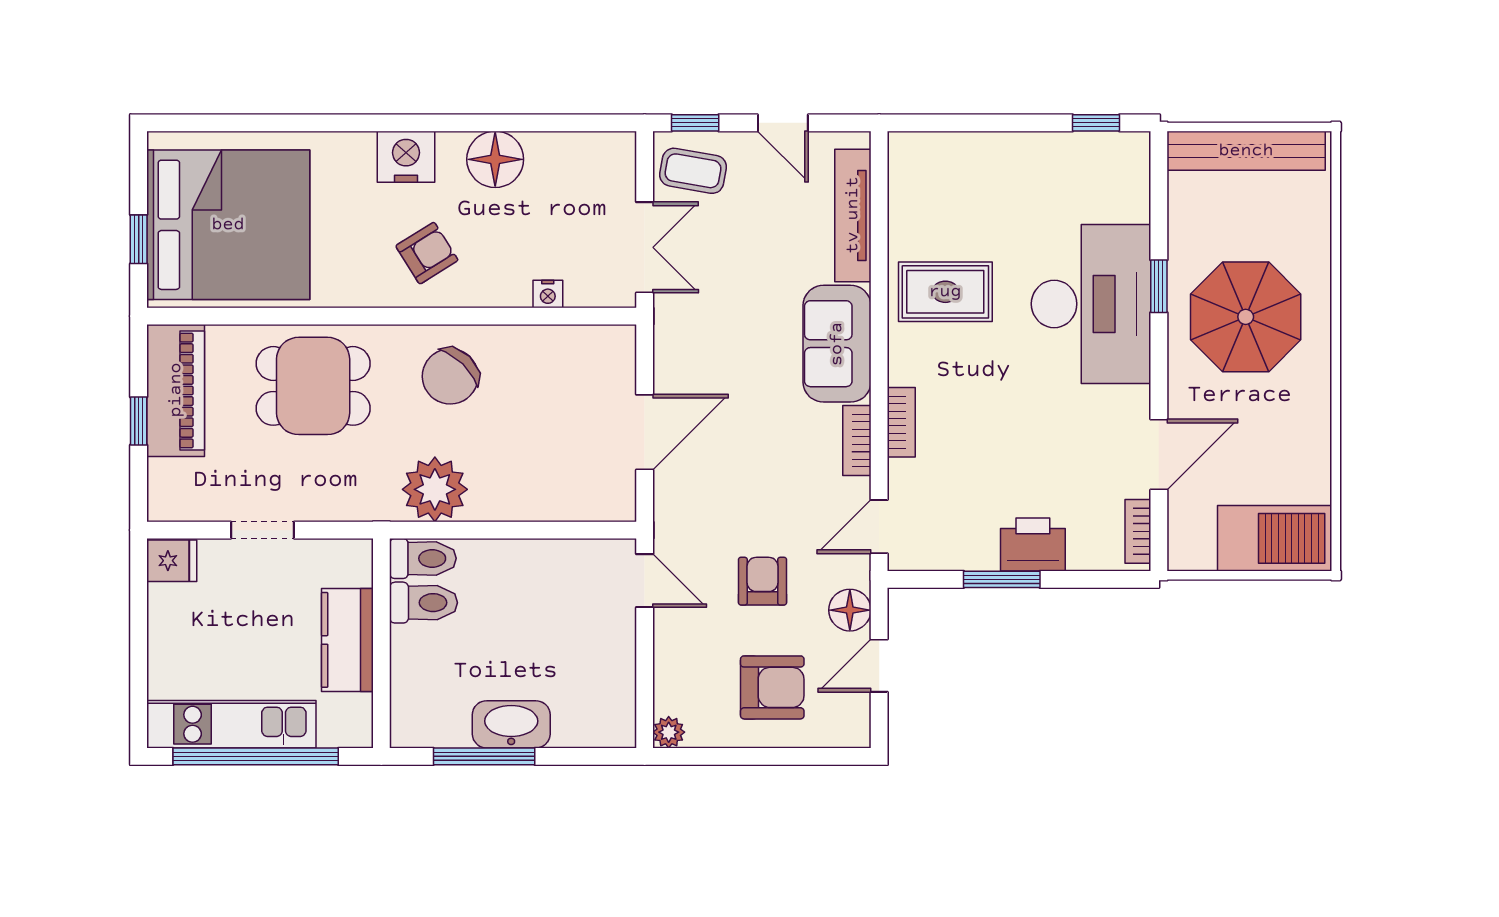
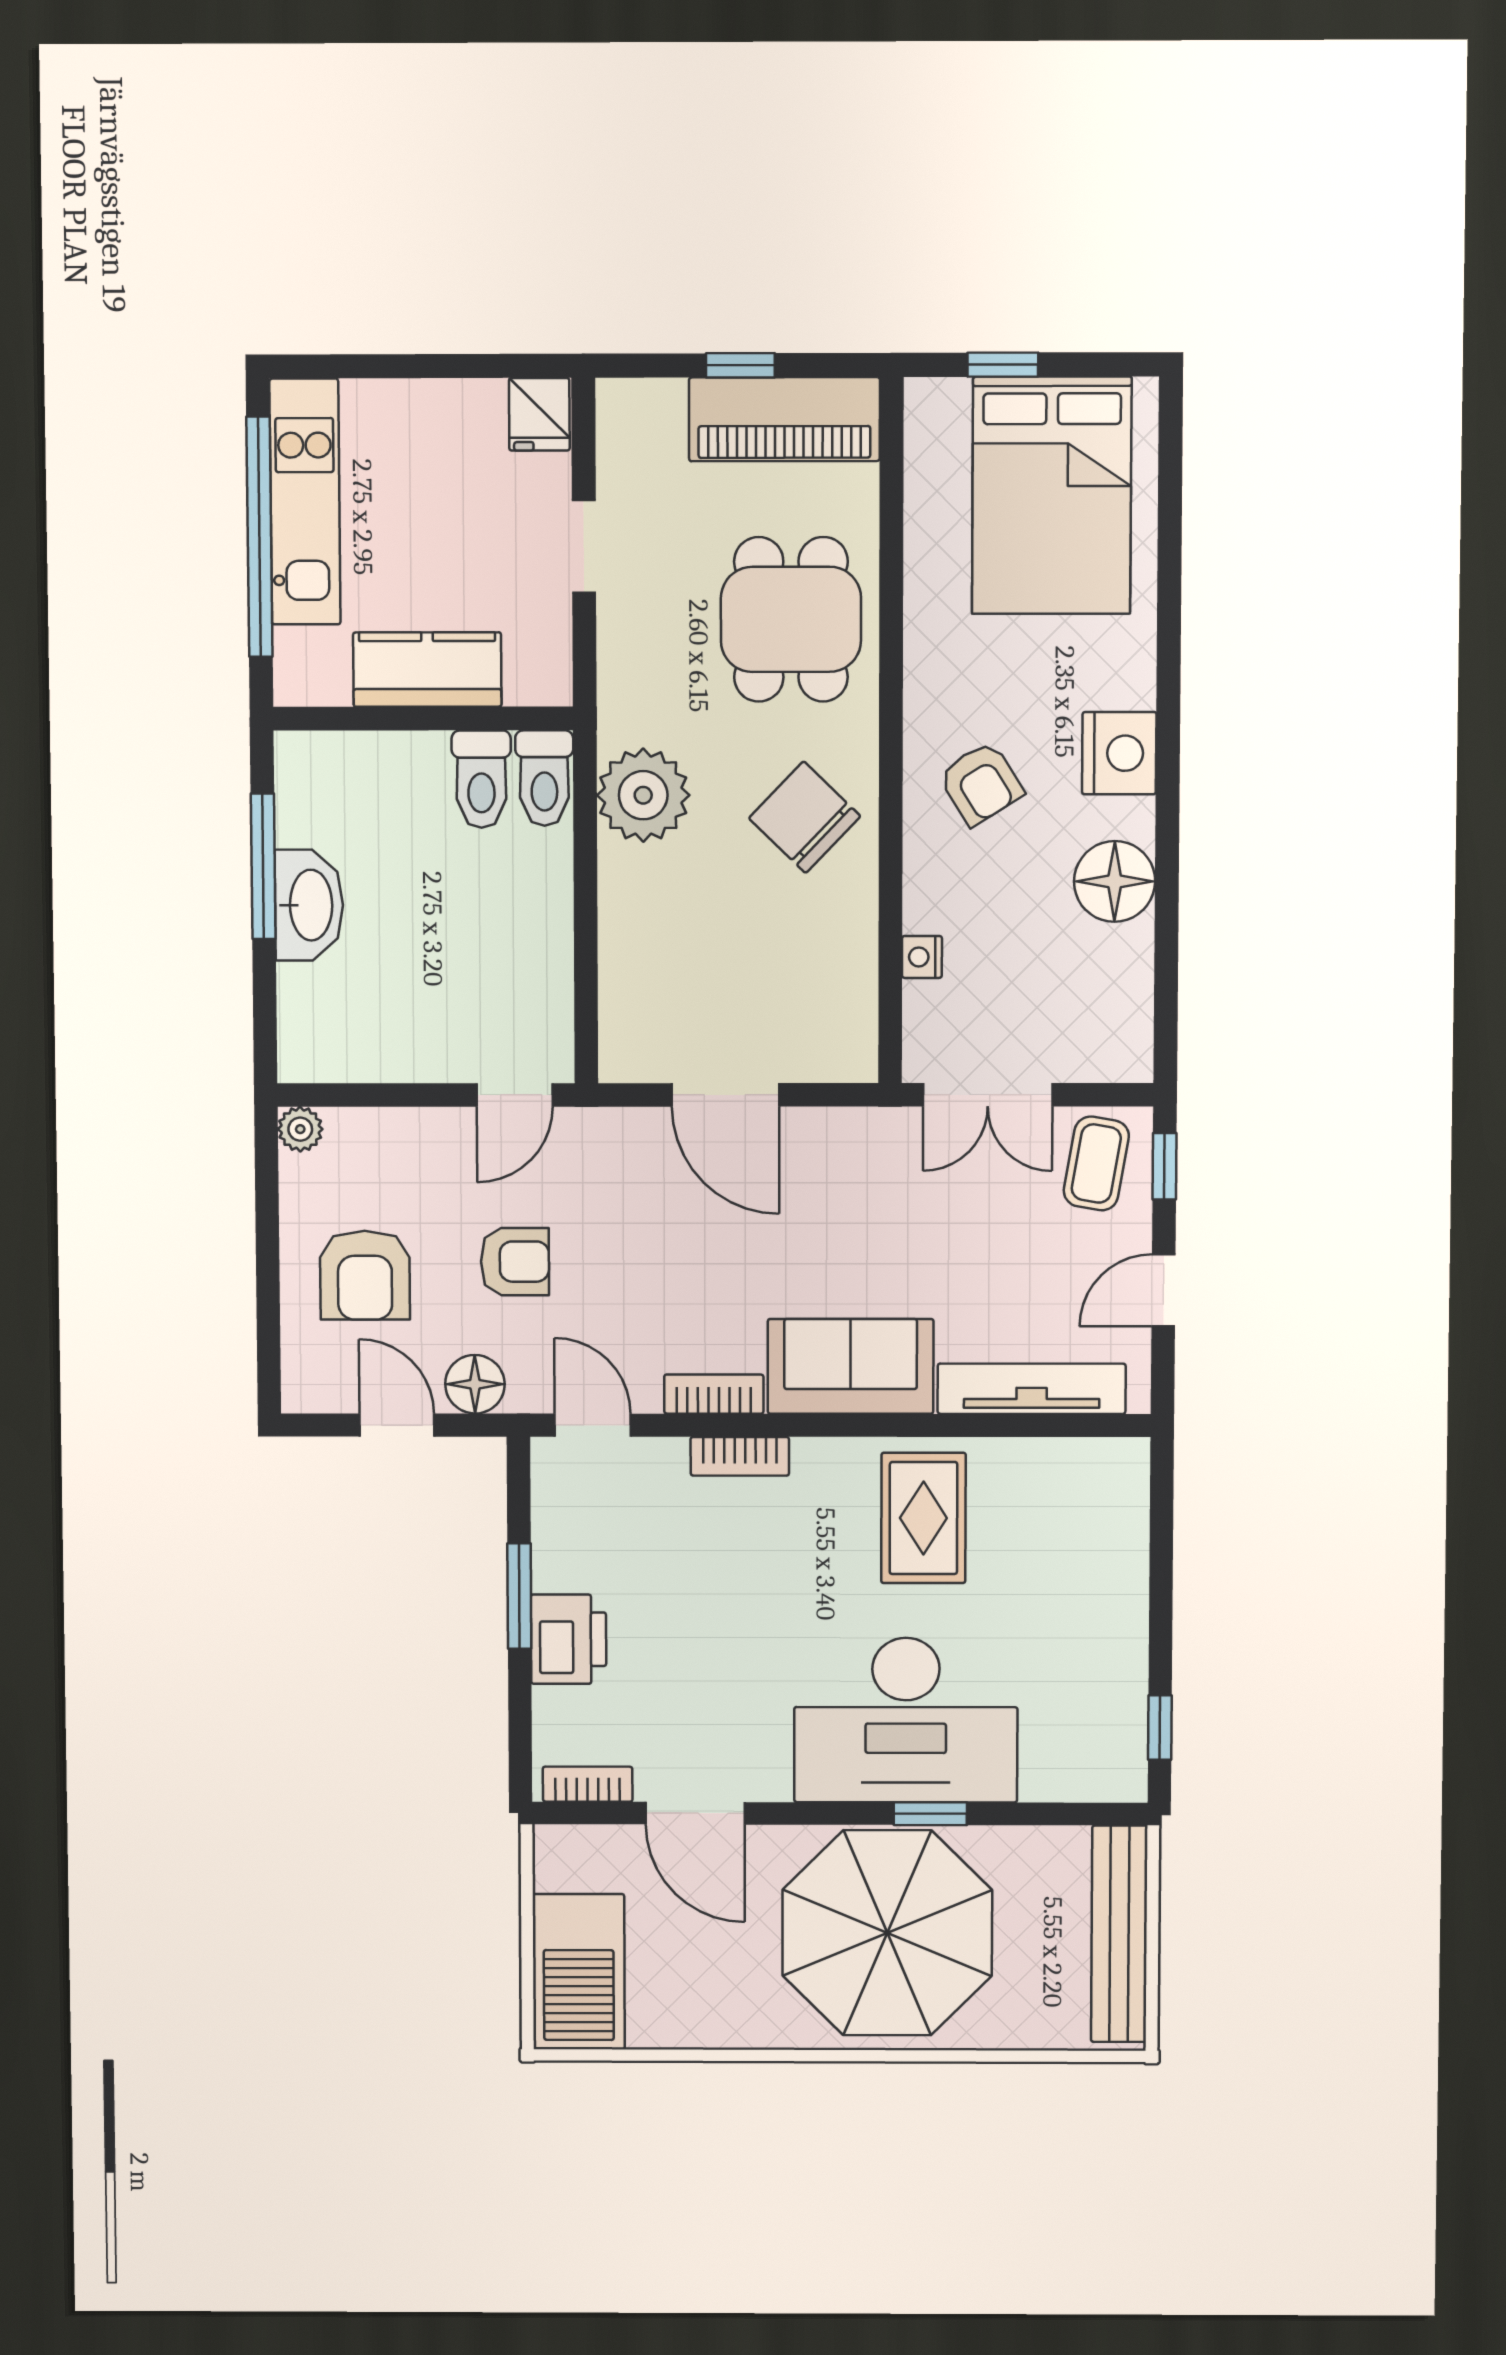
bed: (228, 225) -> (1052, 495), width x0.73
parasol: (1246, 317) -> (887, 1933), width x1.36, depth x1.36

